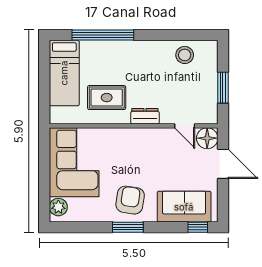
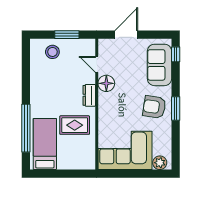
stool: (185, 55) -> (52, 52), moved
bed: (64, 73) -> (45, 144), moved, turned -90
rug: (107, 98) -> (75, 125), turned 90
door: (185, 126) -> (97, 64), swing flipped
floor lamp: (207, 138) -> (106, 83), moved

